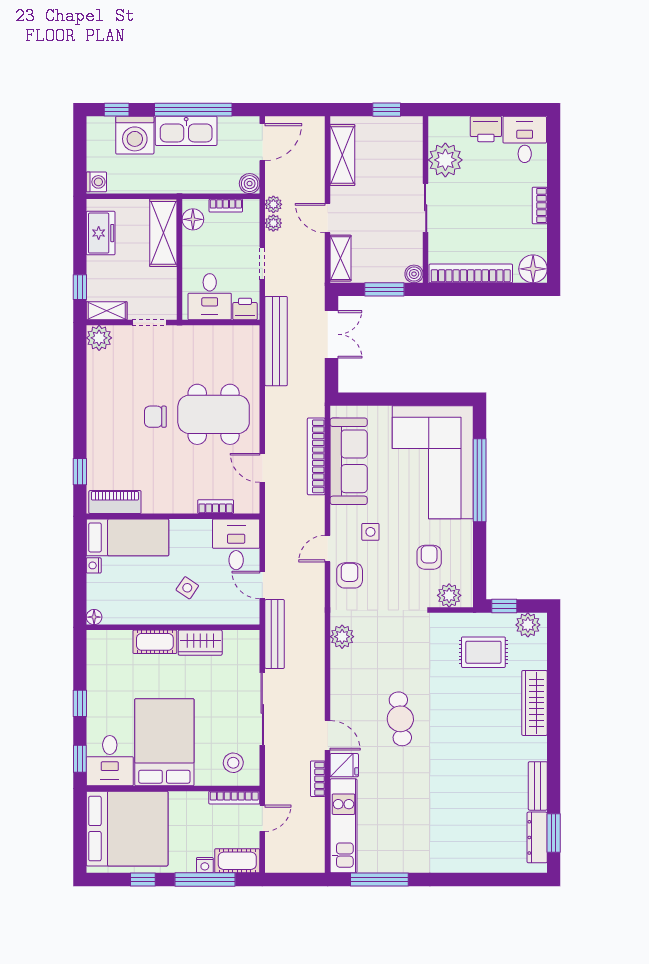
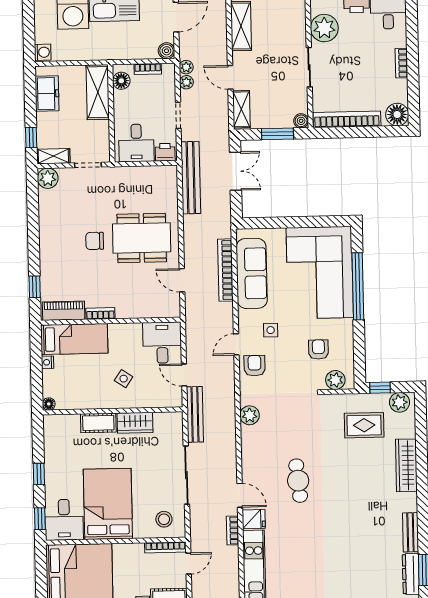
bookcase: (216, 507) -> (100, 313), moved

